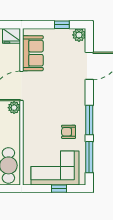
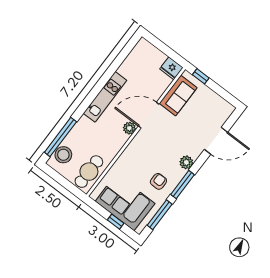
window: (62, 25) -> (201, 76), moved
plant: (79, 35) -> (186, 162), moved
armchair: (68, 132) -> (158, 181), turned 90

